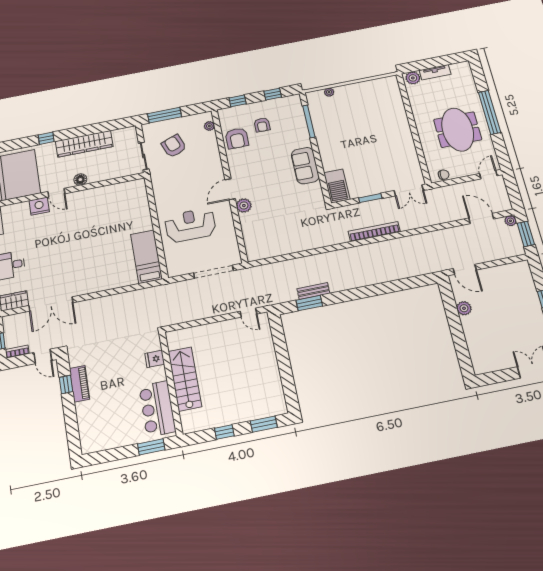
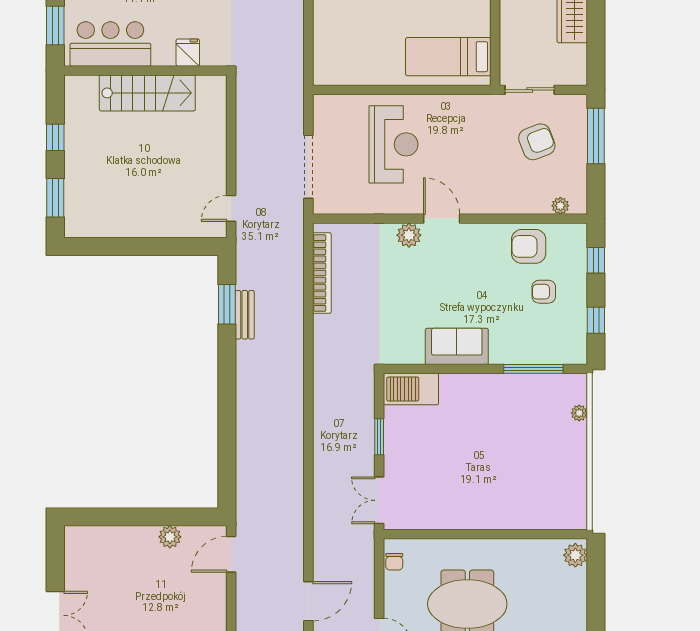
tv unit: (435, 72) -> (578, 594), removed
bookcase: (374, 232) -> (322, 273), moved
bed: (146, 257) -> (448, 57), moved, turned 180

